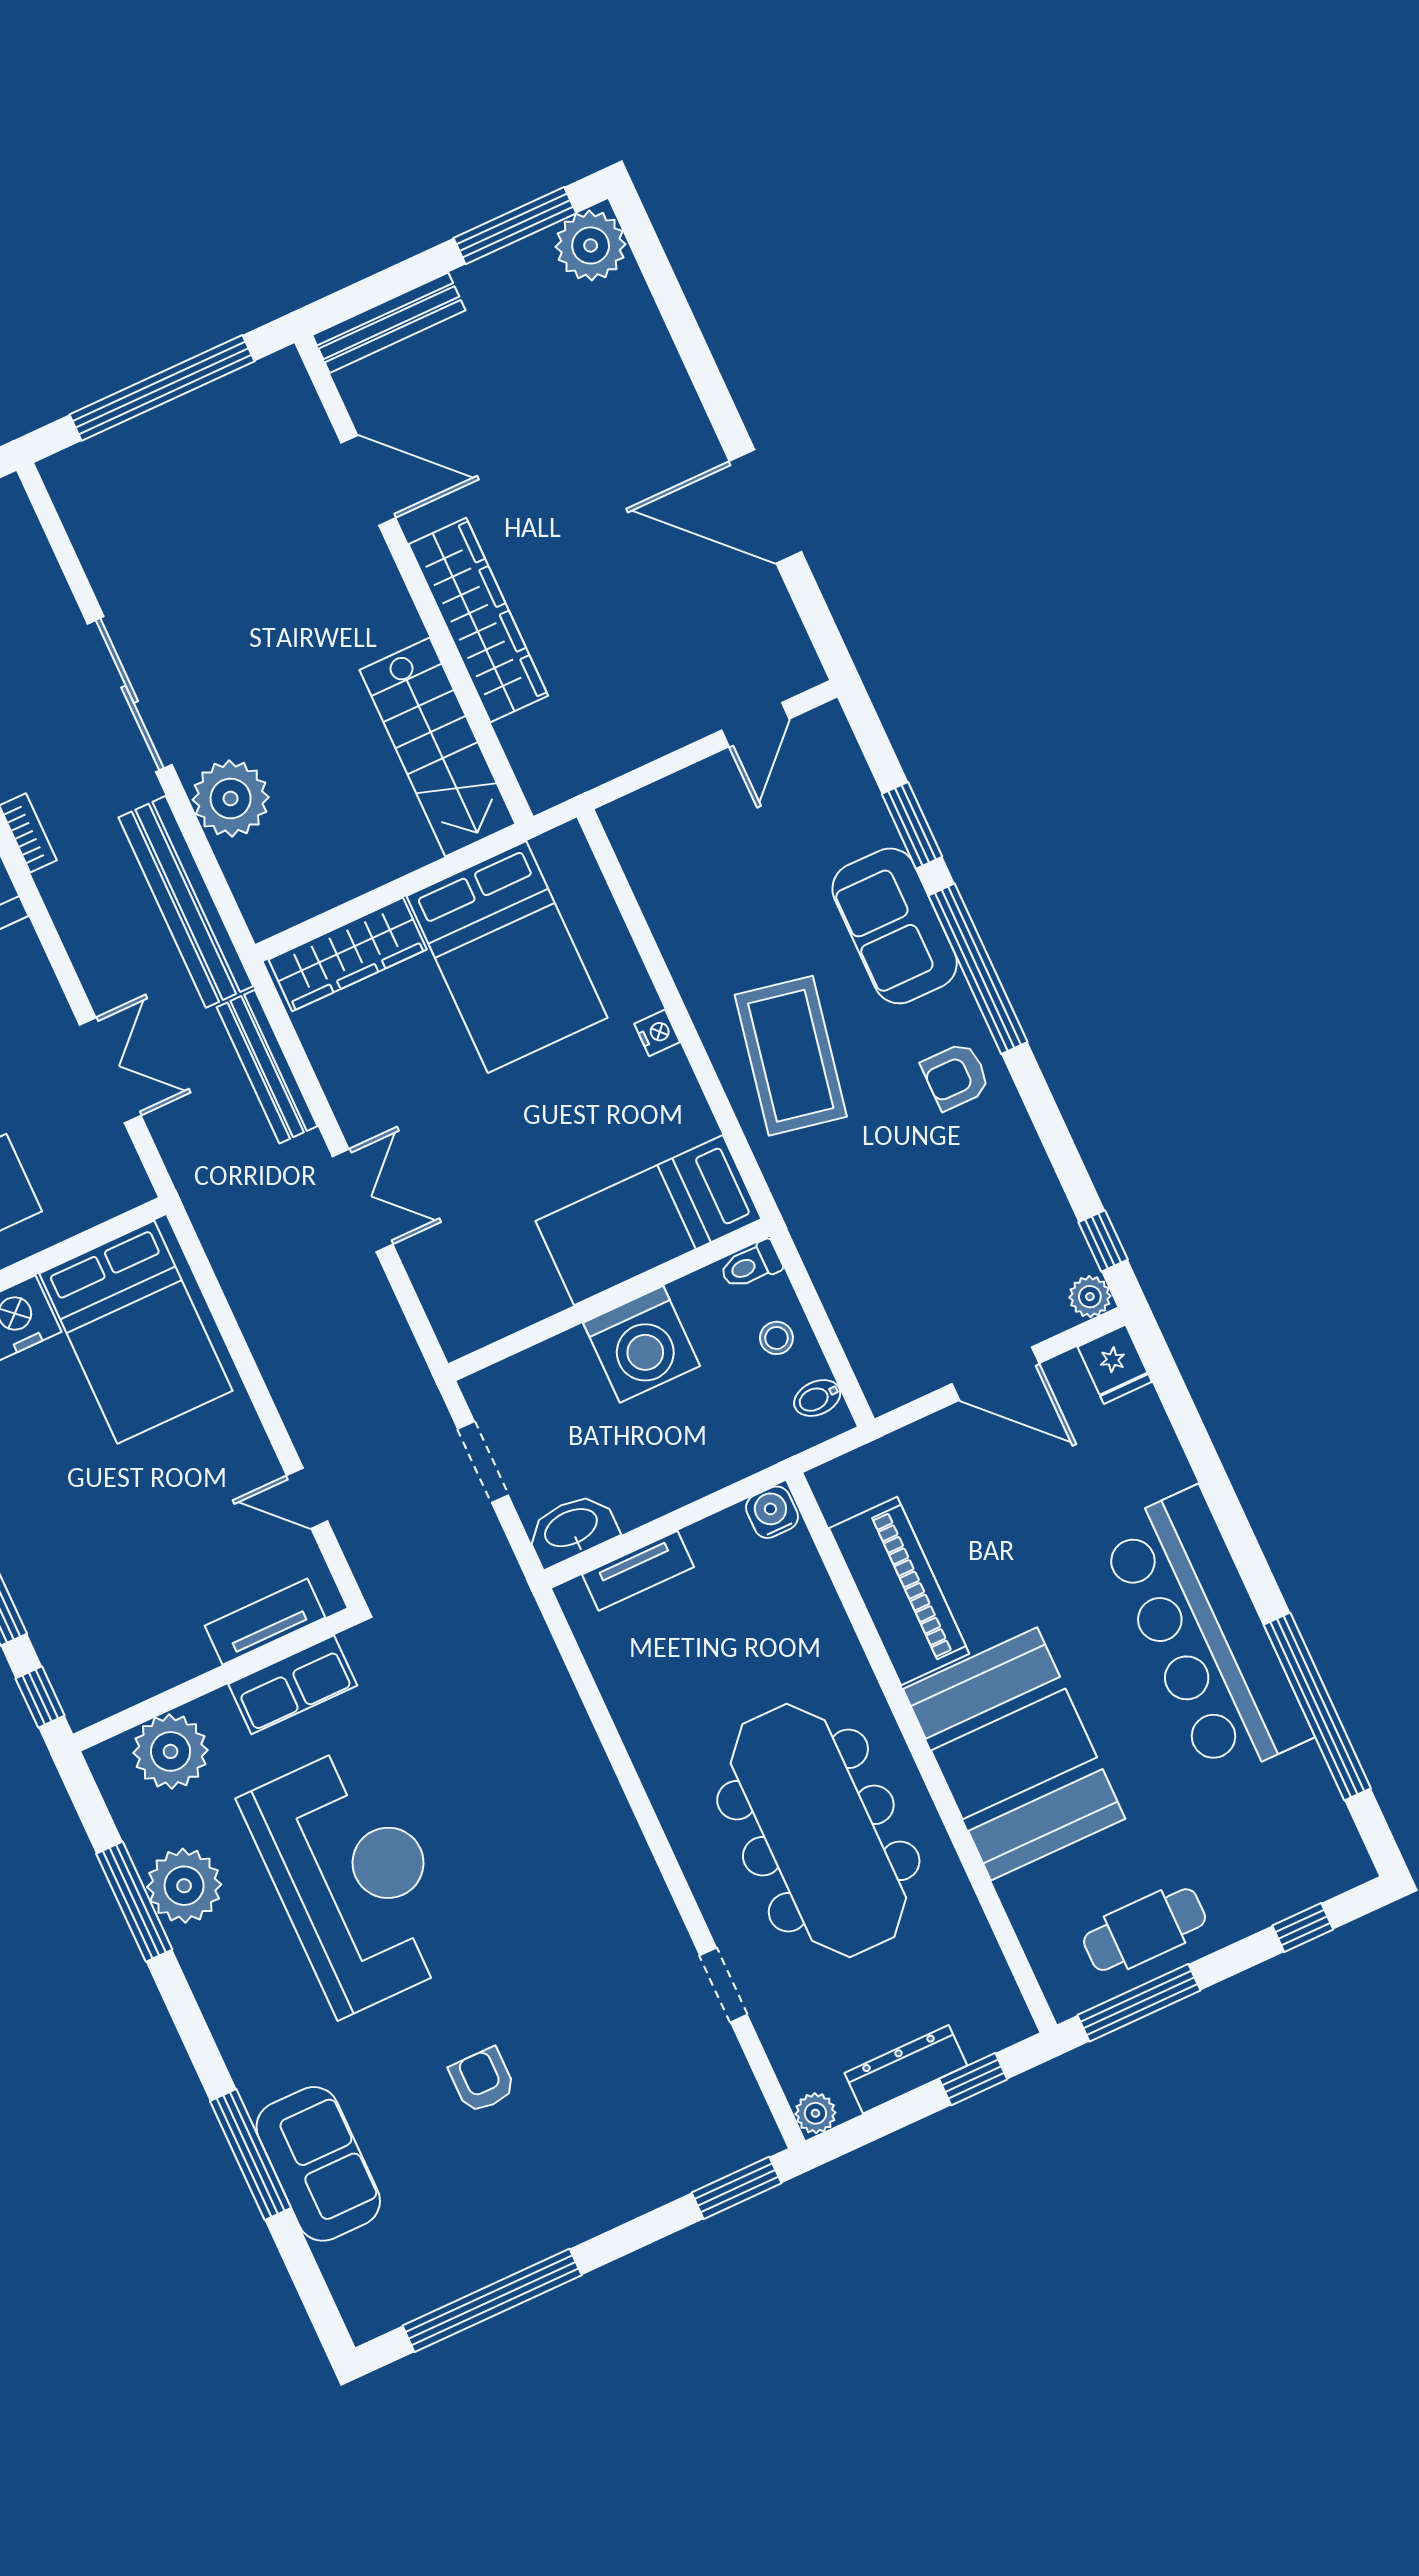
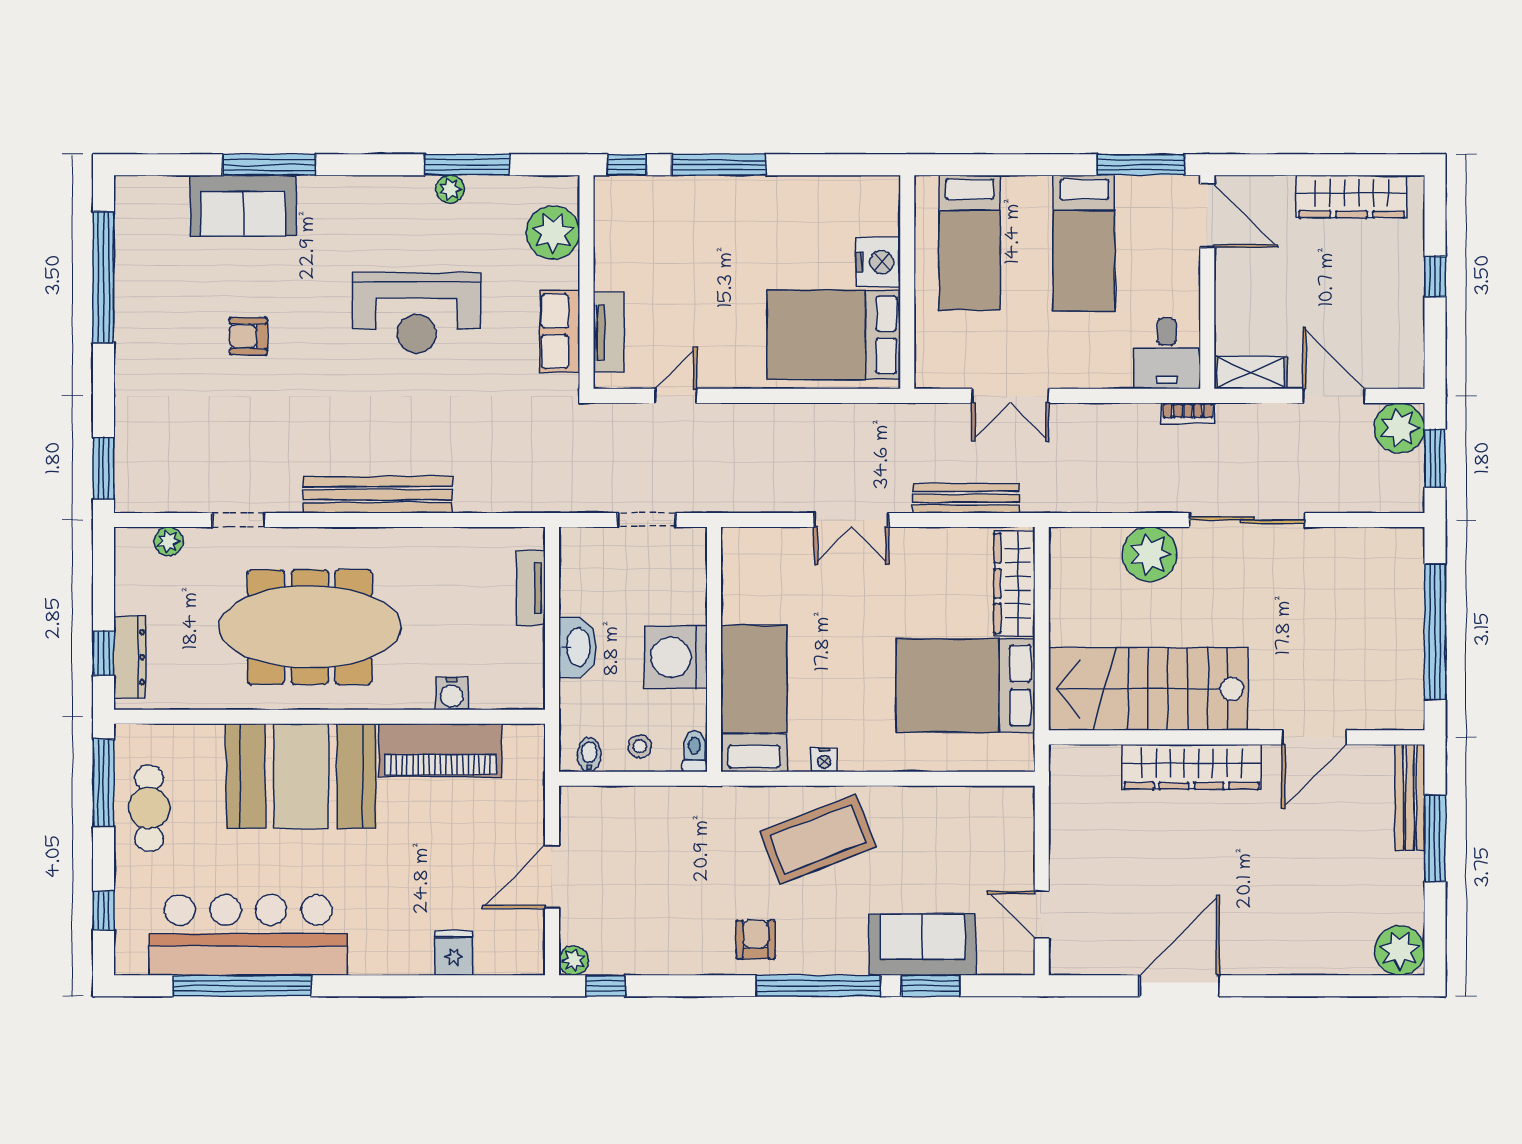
window: (515, 226) -> (1435, 838), moved
stairs: (438, 747) -> (1148, 689), width x1.36, depth x1.51
bench: (186, 902) -> (378, 495), moved
sofa: (895, 926) -> (922, 945), moved
nightstand: (657, 1033) -> (824, 760), moved
coffee table: (791, 1056) -> (818, 839), turned -32
fridge: (1115, 1364) -> (454, 953), moved, turned 90
water cooler: (772, 1512) -> (452, 694), moved, turned 90
washbasin: (572, 1529) -> (577, 647), moved
bar counter: (1205, 1634) -> (248, 935), moved
reception desk: (353, 1879) -> (417, 313), width x0.74, depth x0.77
plant: (184, 1886) -> (450, 189), width x0.53, depth x0.53
dresser: (906, 2069) -> (130, 657), moved
armchair: (482, 2080) -> (248, 336), turned 180
plant: (815, 2113) -> (168, 541), moved

